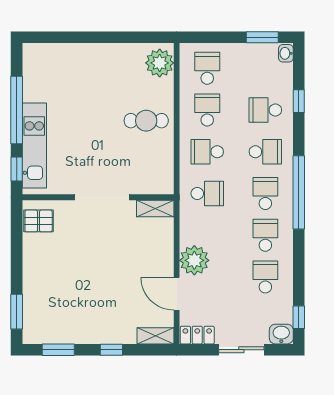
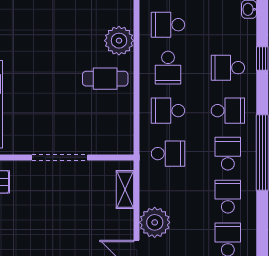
plant: (160, 63) -> (119, 41), moved
school desk: (207, 68) -> (168, 25), turned -90
school desk: (207, 110) -> (168, 68), turned 180
shelving: (155, 208) -> (125, 190), moved, turned 90

